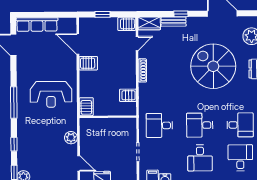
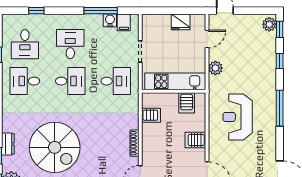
server rack: (88, 63) -> (195, 140), moved
reception desk: (51, 94) -> (238, 117), turned -90
server rack: (86, 107) -> (187, 103), moved
kitchen unit: (107, 126) -> (175, 81), added
door: (79, 163) -> (207, 39), swing flipped

